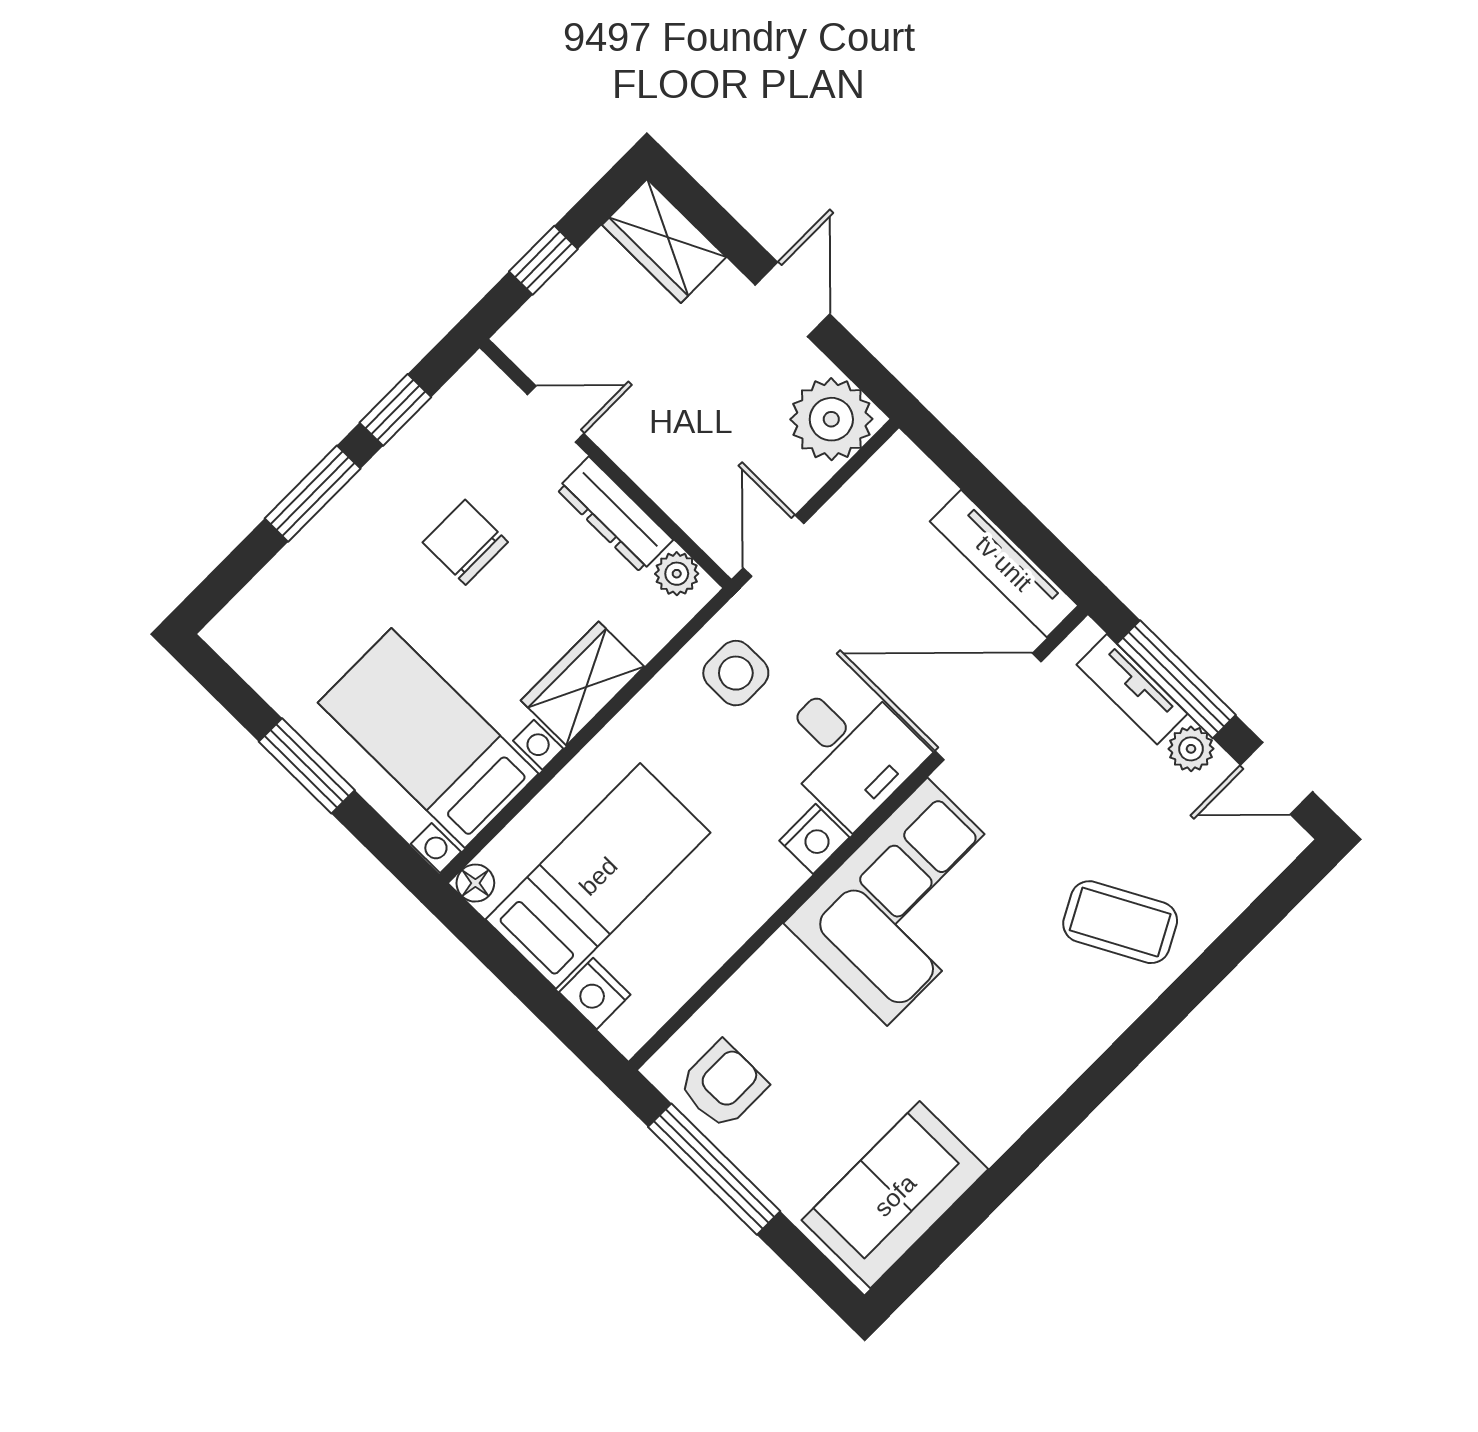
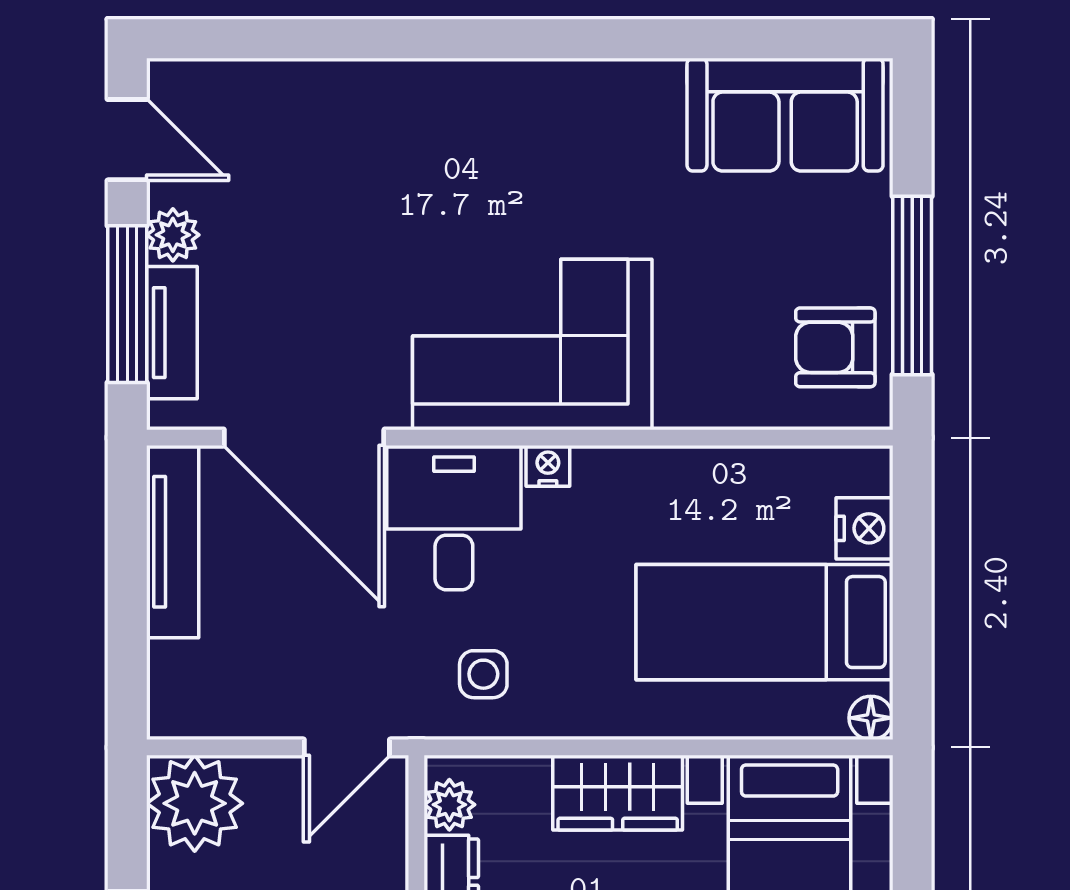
side table: (736, 673) -> (483, 674), width x0.73, depth x0.73
nightstand: (814, 839) -> (548, 466), width x0.72, depth x0.74
coffee table: (1120, 922) -> (375, 152), removed

